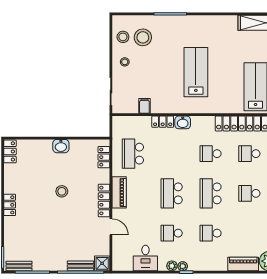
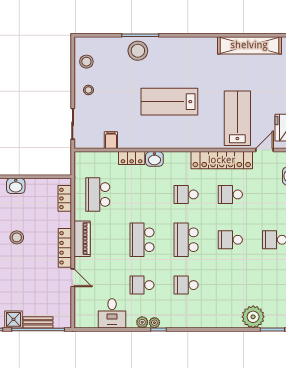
stool: (143, 37) -> (138, 51), moved
lab bench: (196, 72) -> (169, 102), turned -90
shower: (102, 263) -> (13, 319), moved
piano: (243, 264) -> (223, 320), removed

